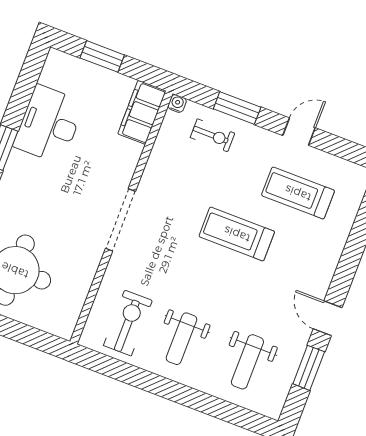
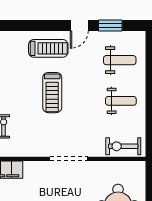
treadmill: (298, 193) -> (48, 48), moved, turned -90
exercise bike: (128, 323) -> (123, 146), moved

